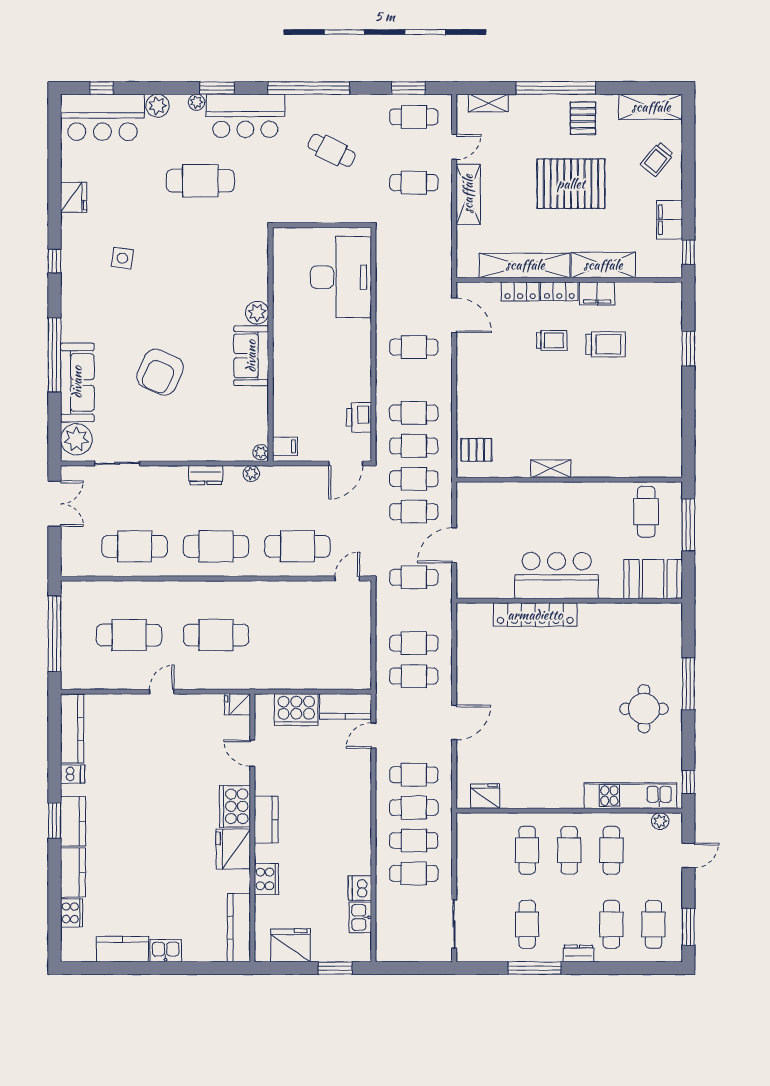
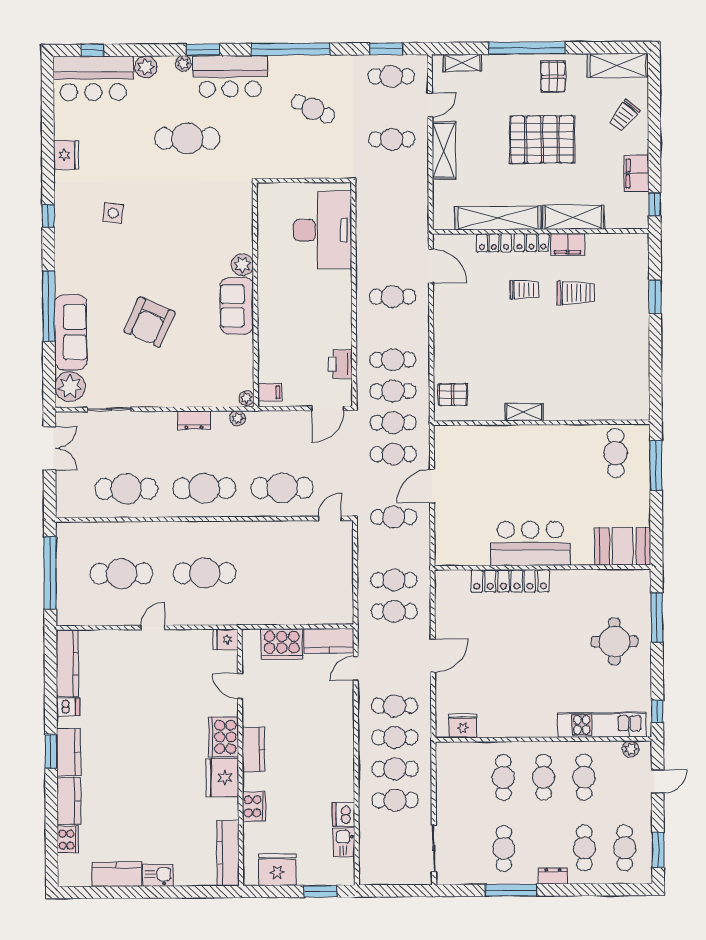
bar counter: (557, 575) -> (530, 543), moved
booth: (653, 579) -> (623, 546), moved
wall: (569, 601) -> (543, 567), moved
locker: (535, 615) -> (510, 581), moved

